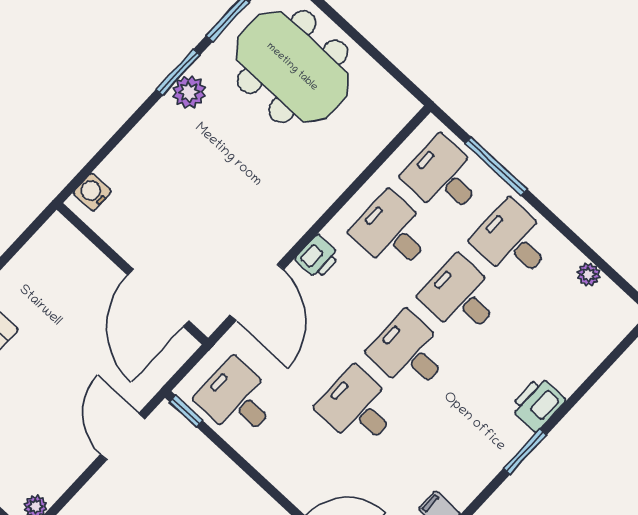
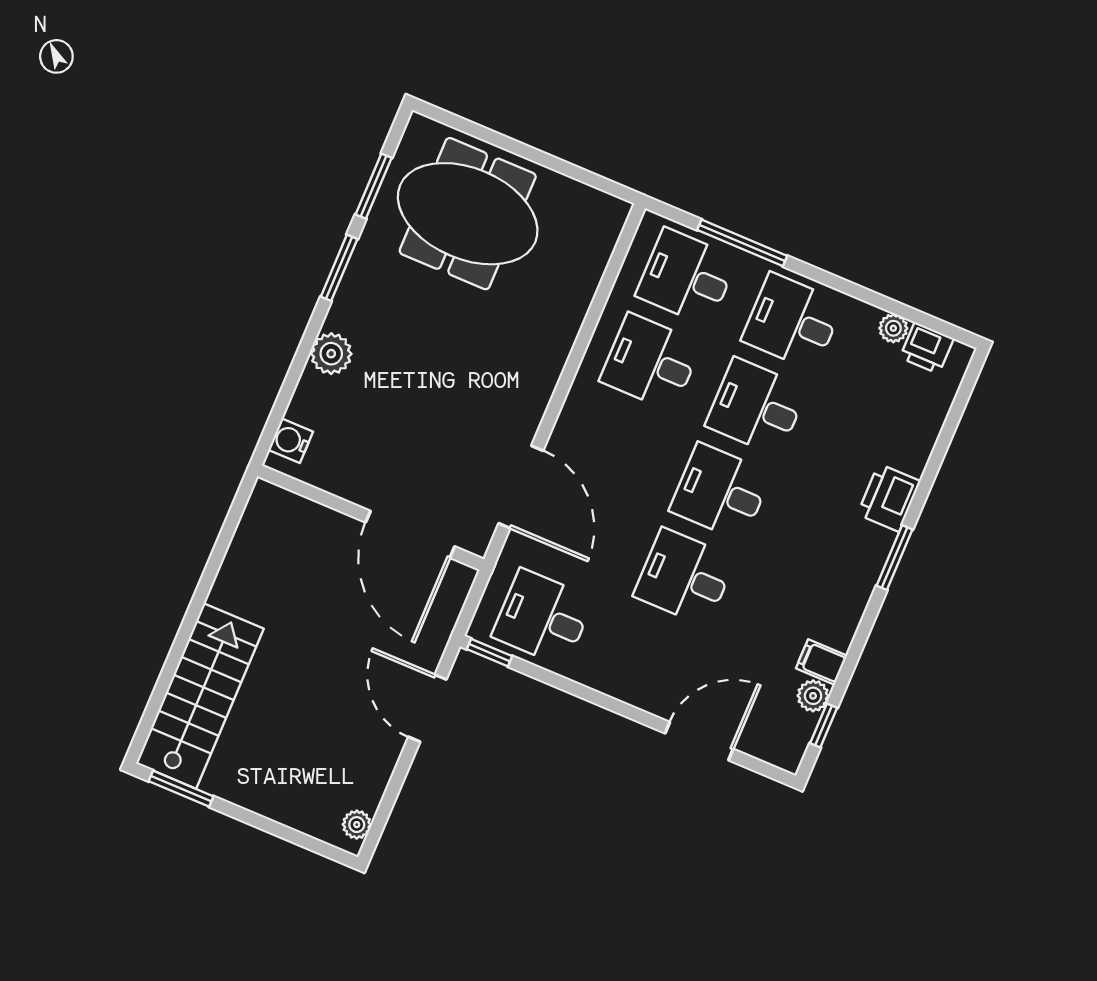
plant: (189, 92) -> (331, 354), moved
printer: (317, 257) -> (927, 348), moved, turned 90

